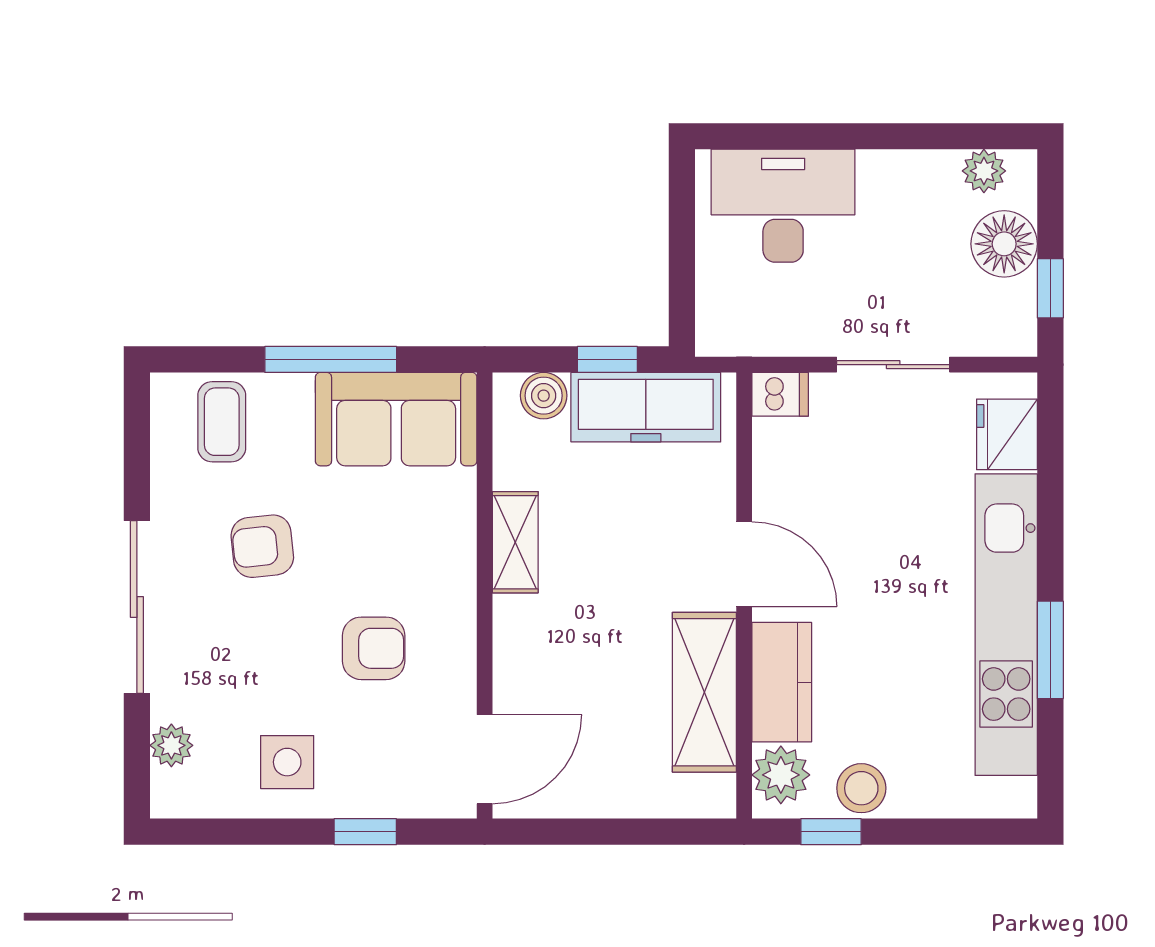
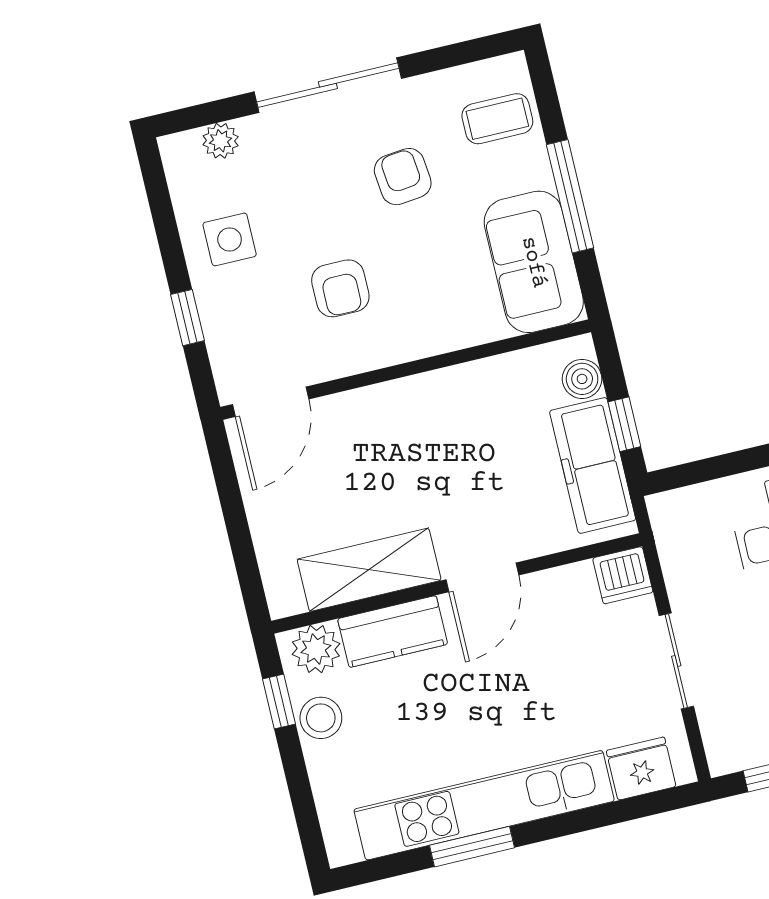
dishwasher: (780, 394) -> (623, 575), width x1.38
shelving: (515, 542) -> (456, 384), removed
door: (485, 759) -> (271, 402), hinge flipped

